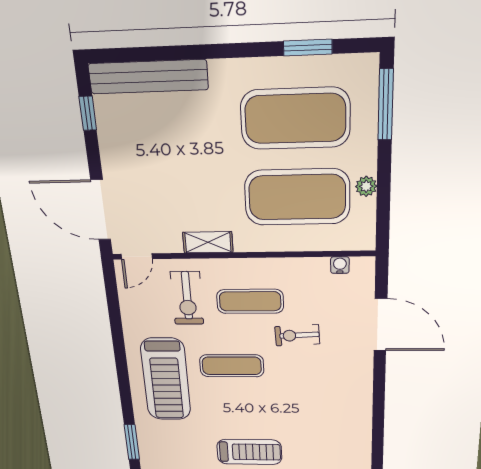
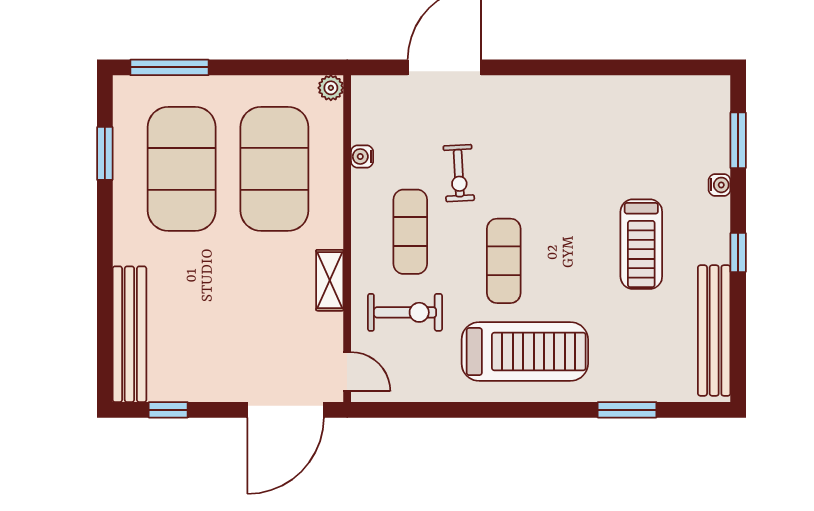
plant: (366, 186) -> (331, 88), moved
water cooler: (340, 265) -> (362, 156), moved
treadmill: (249, 452) -> (641, 244), turned 180

